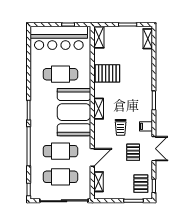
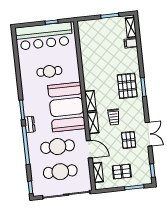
shelving: (99, 37) -> (93, 123), moved
pallet: (107, 73) -> (127, 86), moved, turned 90
cafe table: (60, 74) -> (49, 71), width x0.73, depth x0.74
dresser: (35, 126) -> (30, 124), added
filing cabinet: (146, 126) -> (131, 43), moved
door: (92, 157) -> (89, 149), hinge flipped
pallet: (141, 184) -> (122, 172), moved, turned 90

